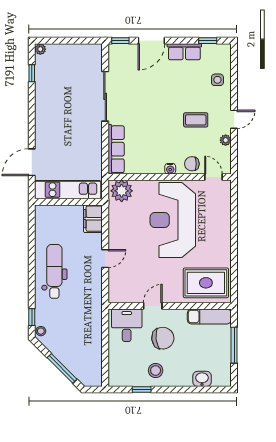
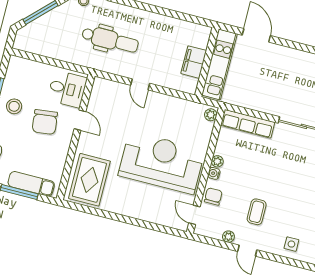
plant: (158, 168) -> (217, 161), added
door: (213, 177) -> (194, 215), swing flipped
plant: (122, 191) -> (211, 115), width x0.53, depth x0.53
filing cabinet: (93, 219) -> (194, 62), moved, turned -90
dental chair: (54, 271) -> (110, 40), moved
exam couch: (209, 316) -> (31, 184), moved, turned 90

